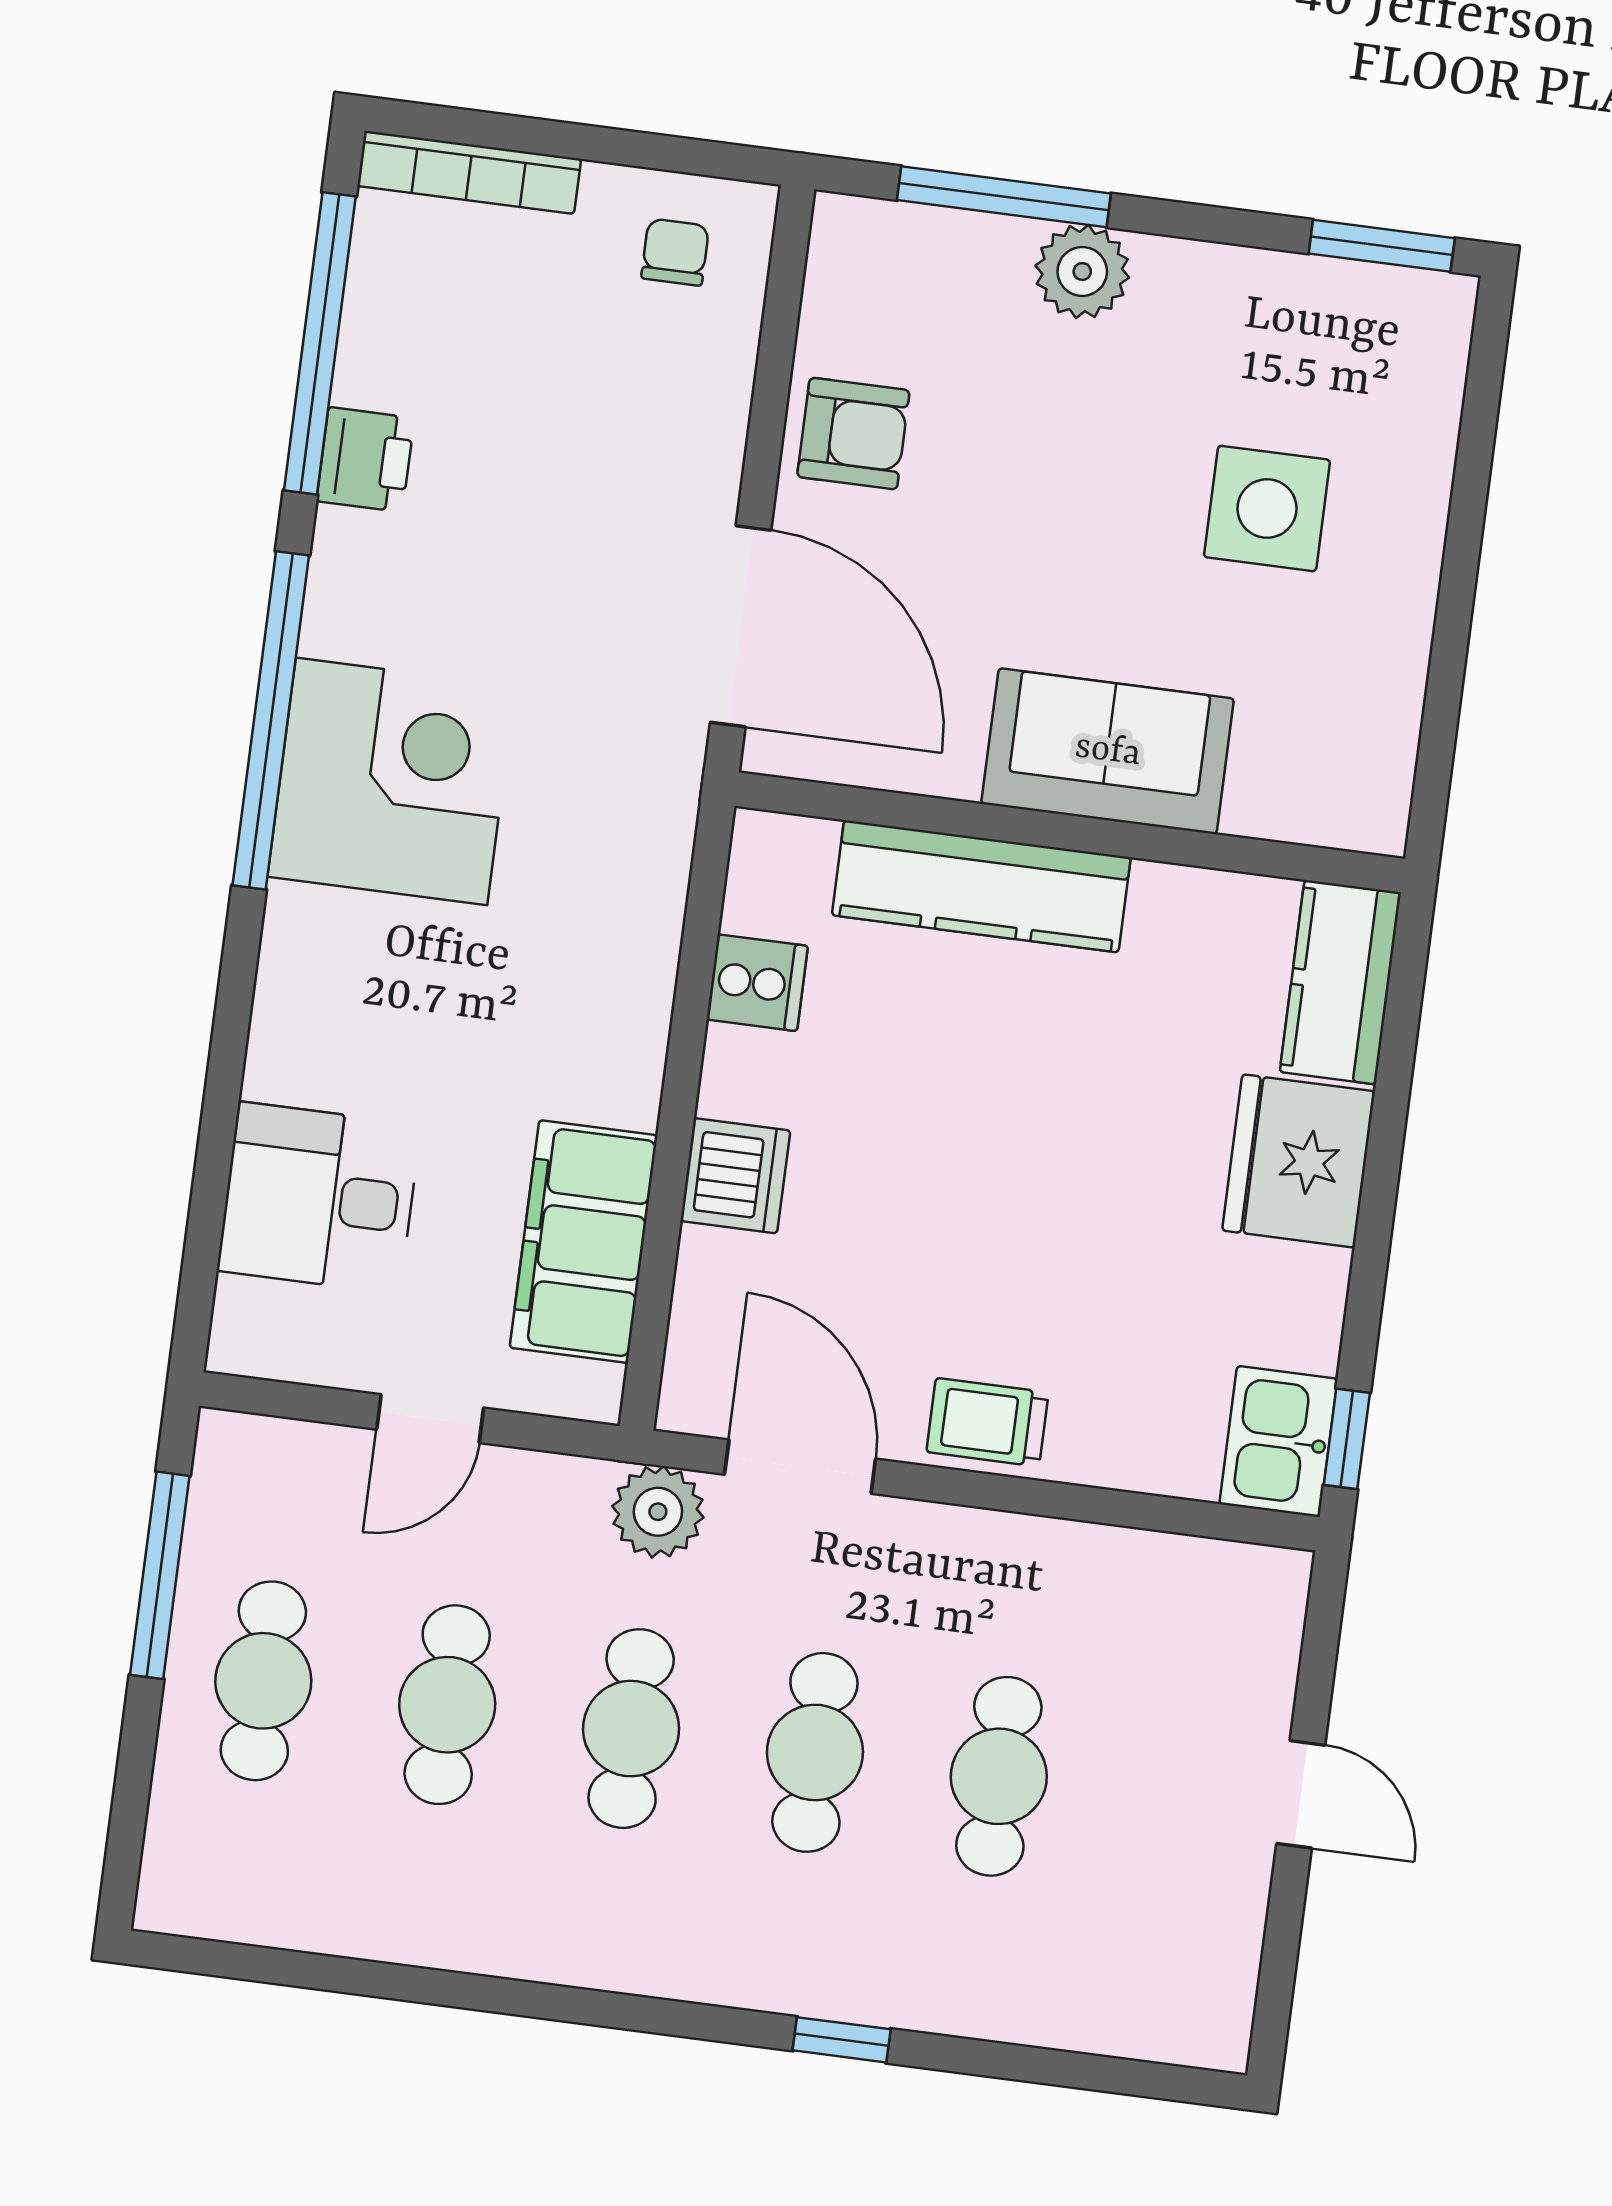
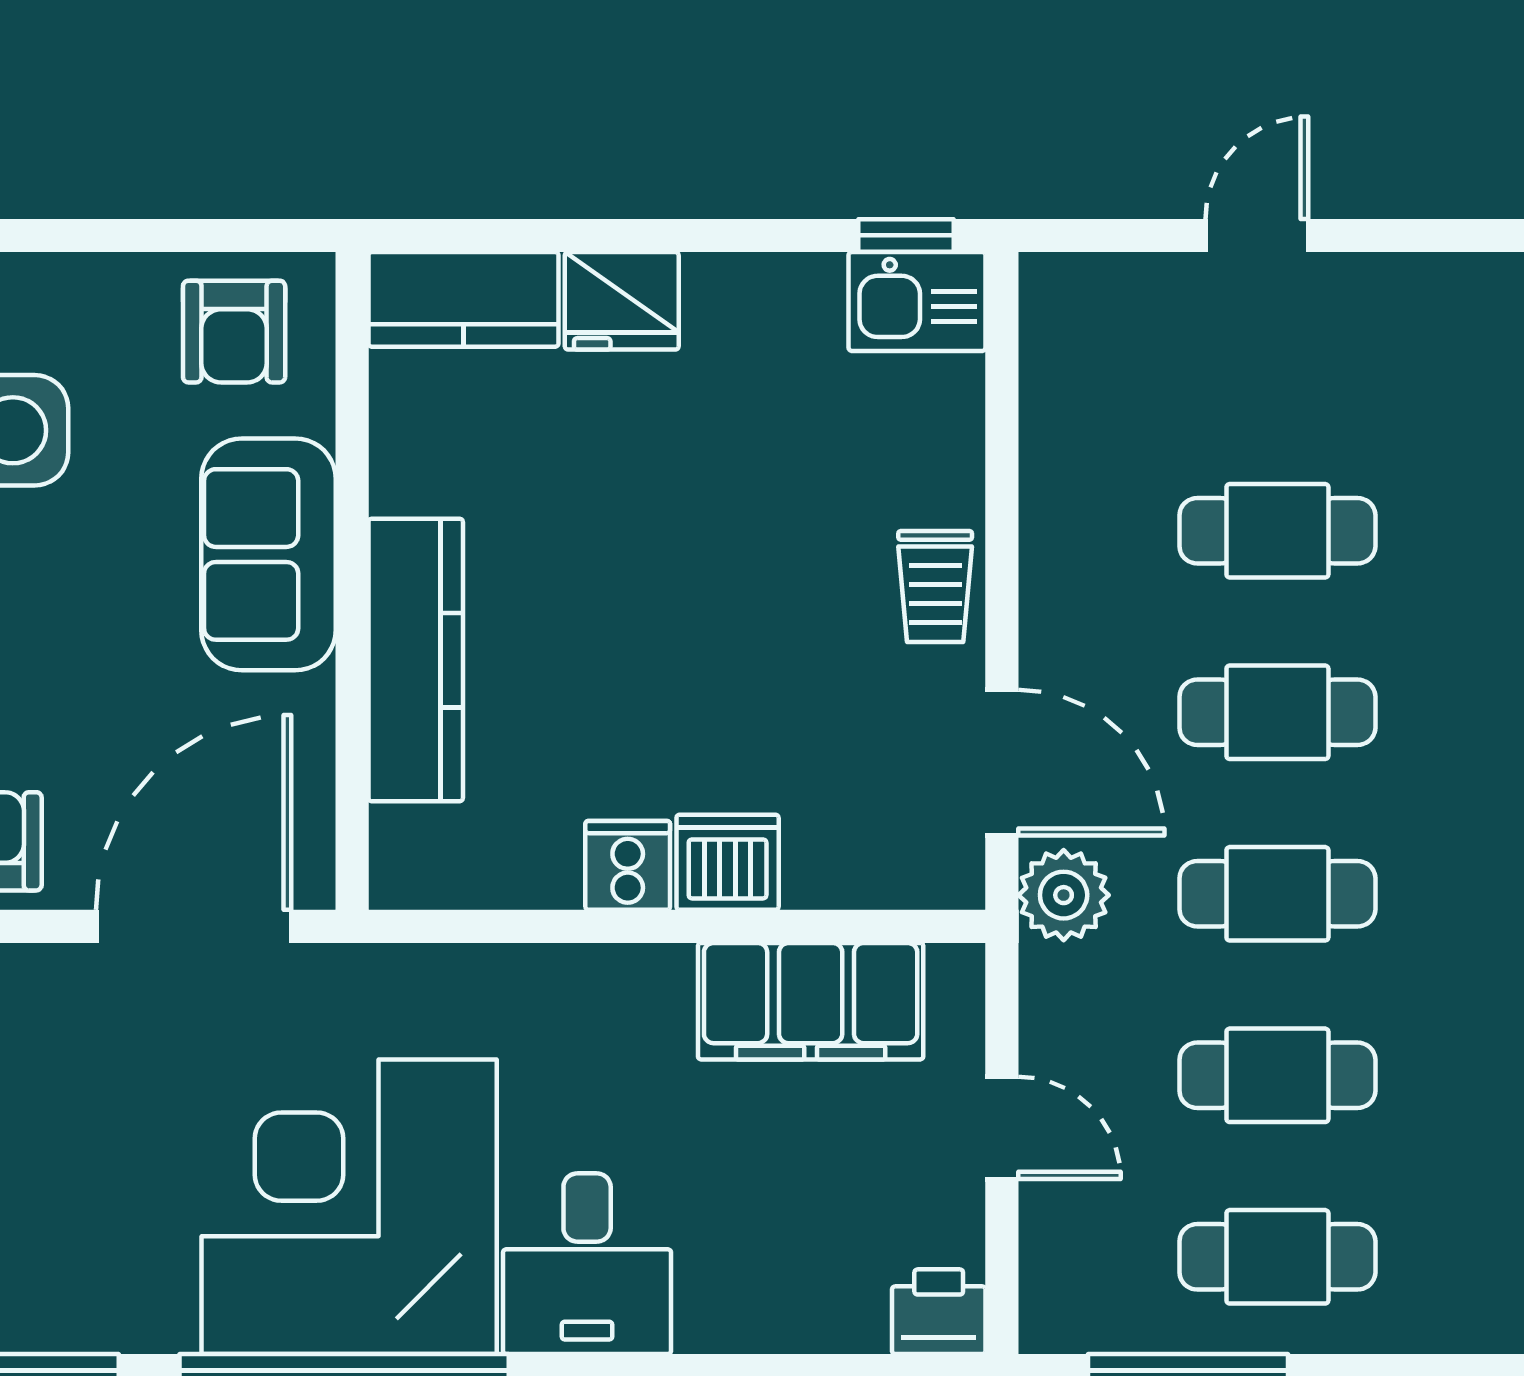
printer: (365, 460) -> (939, 1312), moved
armchair: (1338, 746) -> (234, 332), added
corner desk: (391, 781) -> (349, 1207), width x1.36, depth x1.36
cooker: (757, 983) -> (628, 865), moved
fridge: (1299, 1161) -> (622, 301), width x0.73, depth x0.75
desk: (319, 1198) -> (587, 1264), moved
door: (800, 1467) -> (1002, 763), swing flipped

